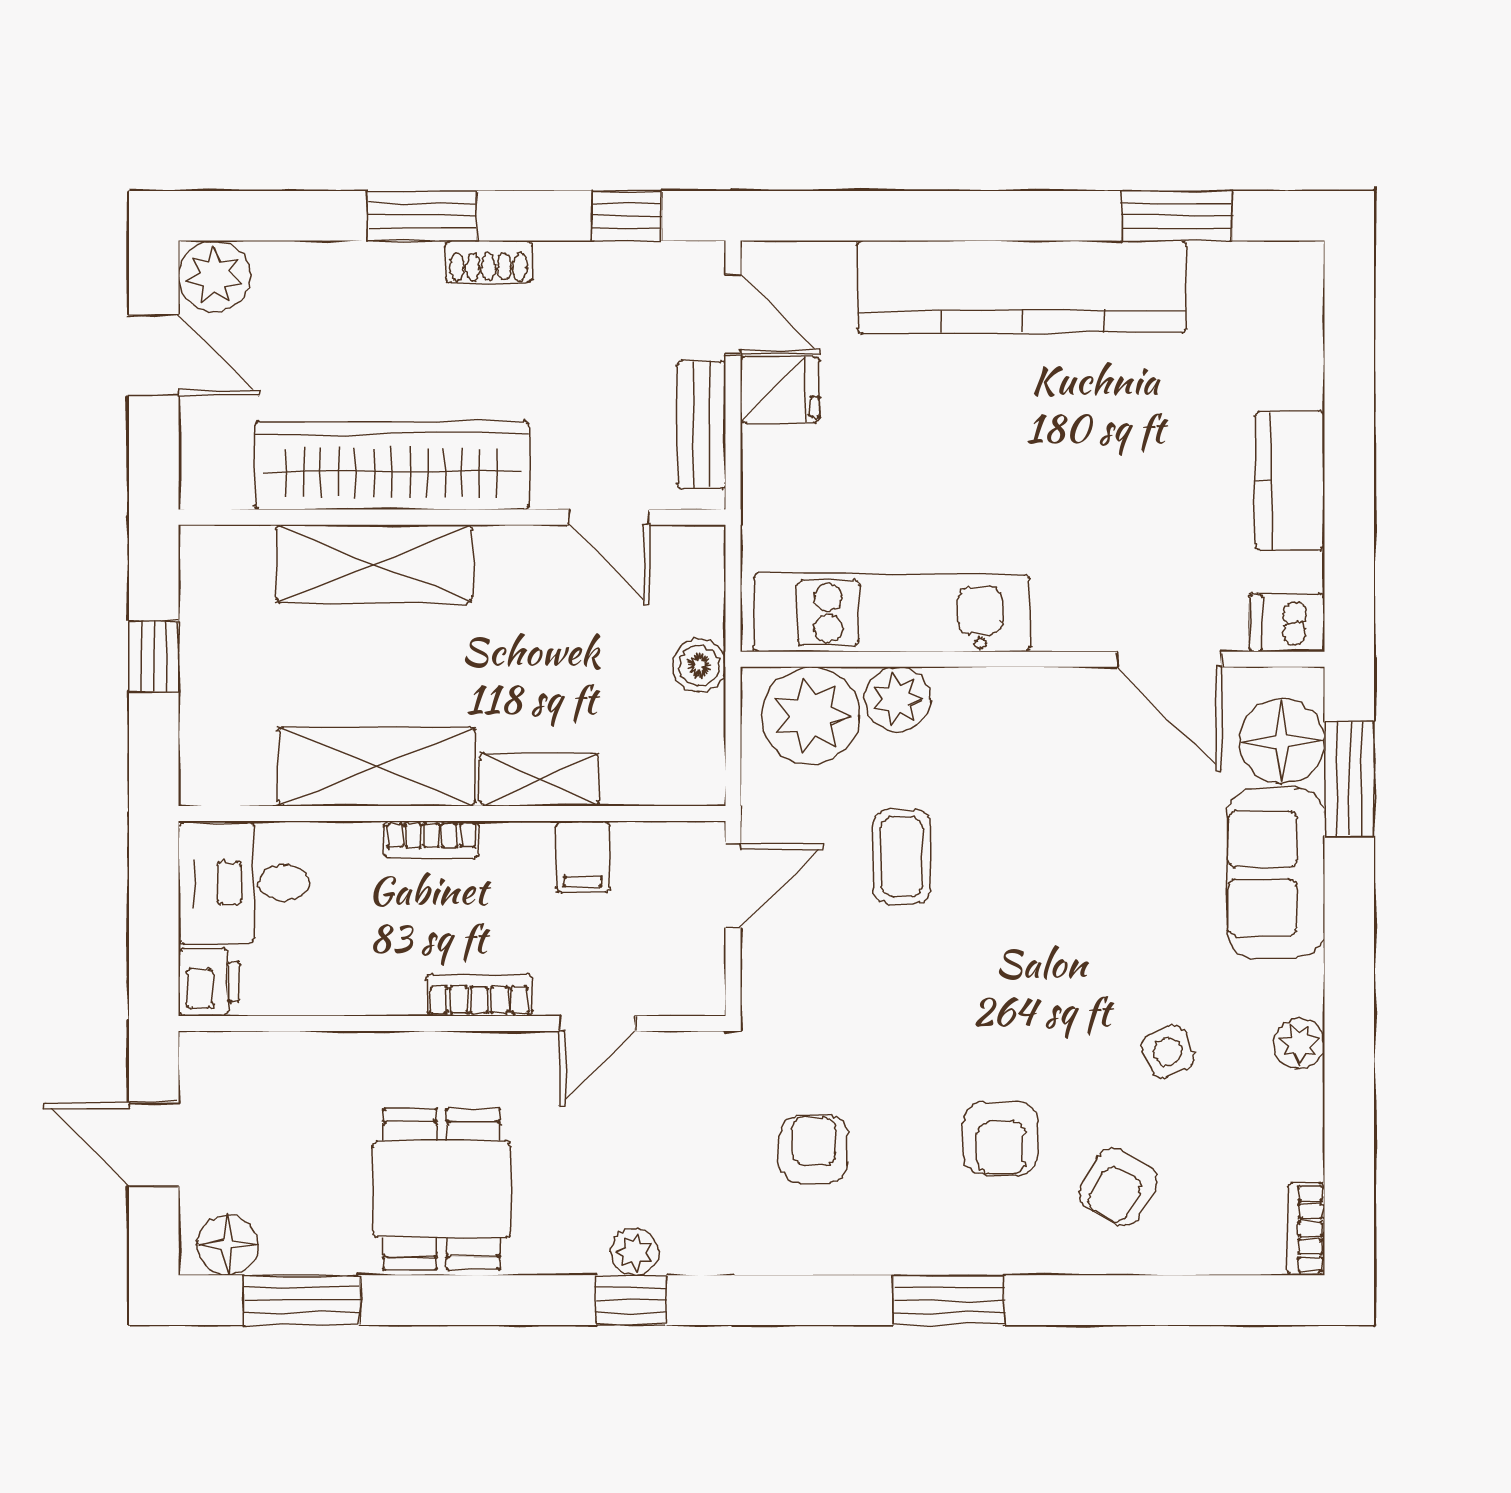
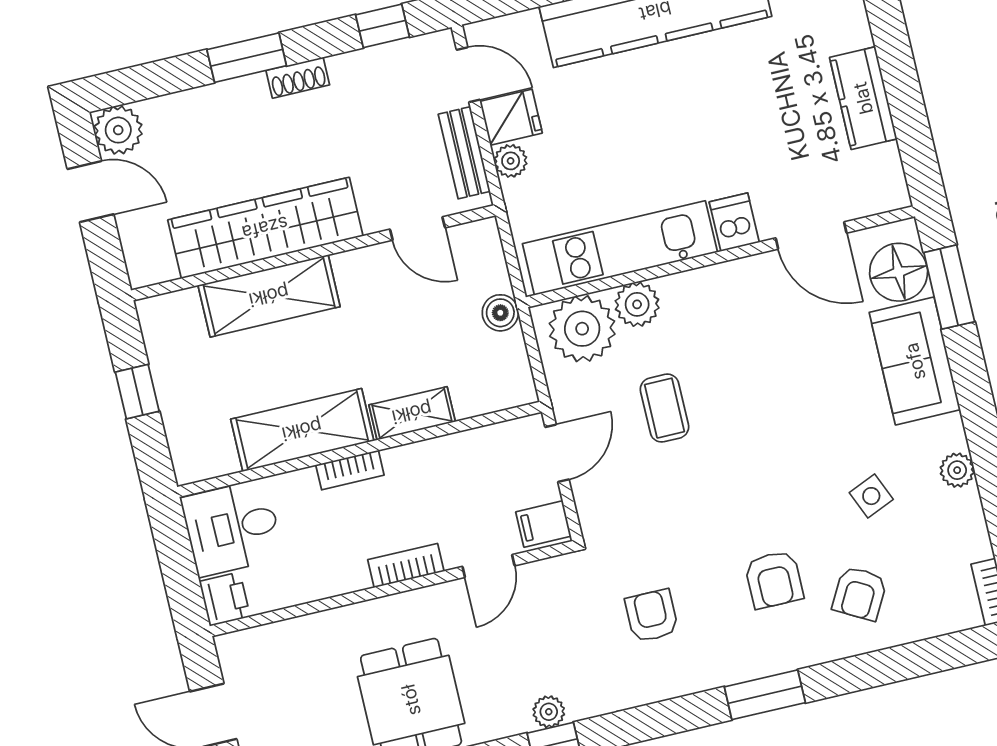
plant: (765, 452) -> (511, 161), added
dishwasher: (1287, 623) -> (734, 222), moved, turned 90
filing cabinet: (583, 857) -> (543, 524), moved, turned 90

